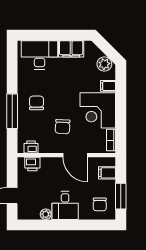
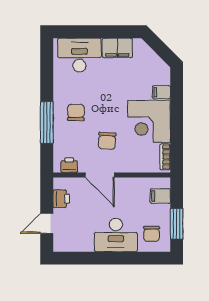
plant: (104, 64) -> (157, 66), removed
door: (75, 155) -> (100, 175), moved
printer: (32, 164) -> (61, 199), moved, turned -90
desk: (65, 205) -> (116, 235), width x1.37
plant: (46, 214) -> (87, 245), removed

